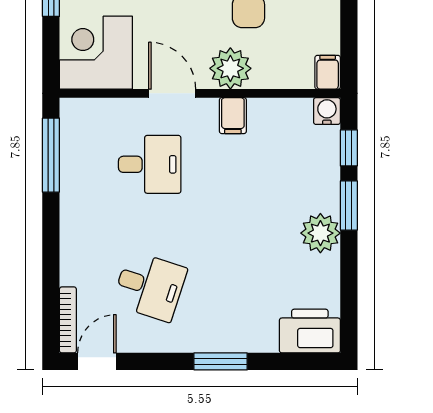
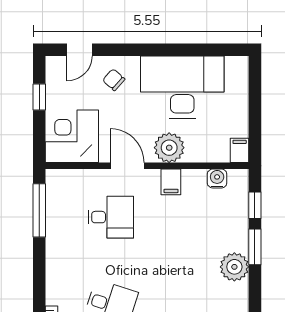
water cooler: (327, 111) -> (217, 179), moved

